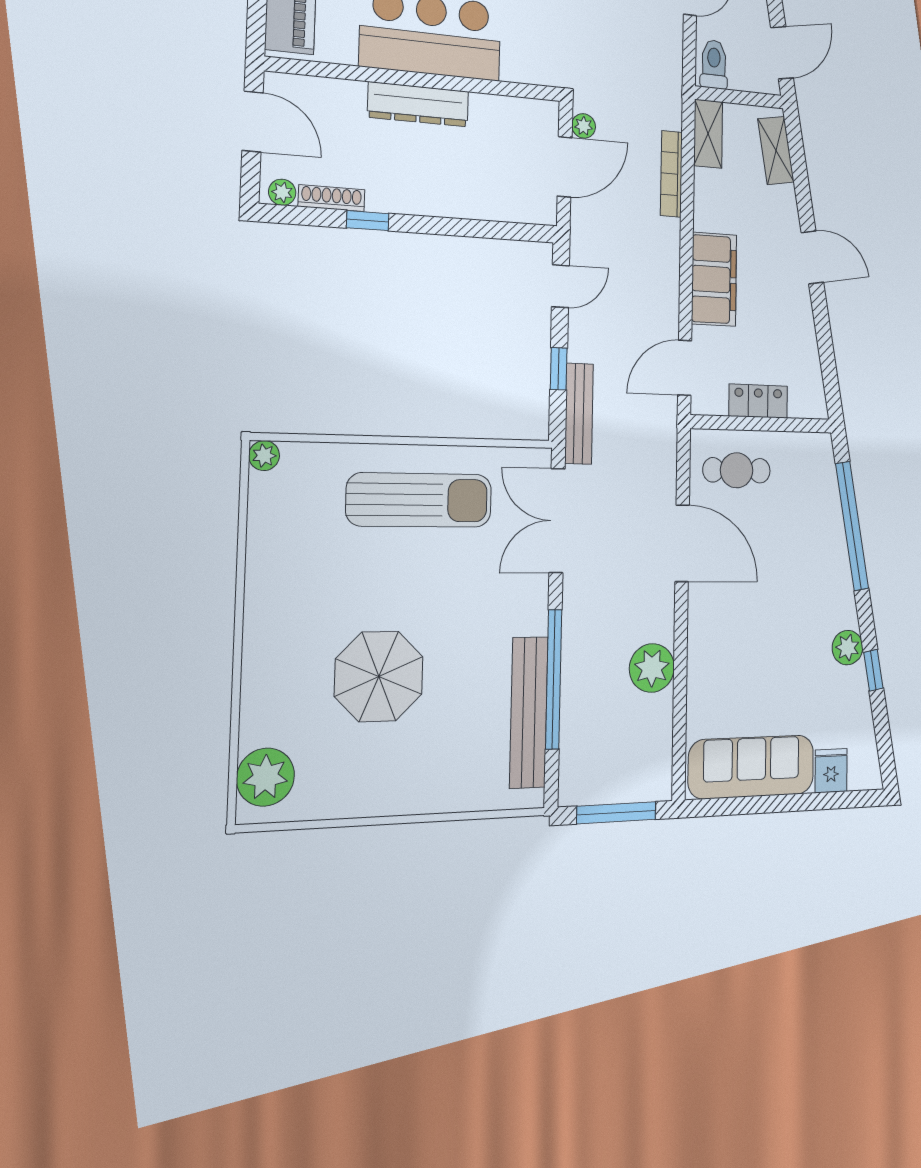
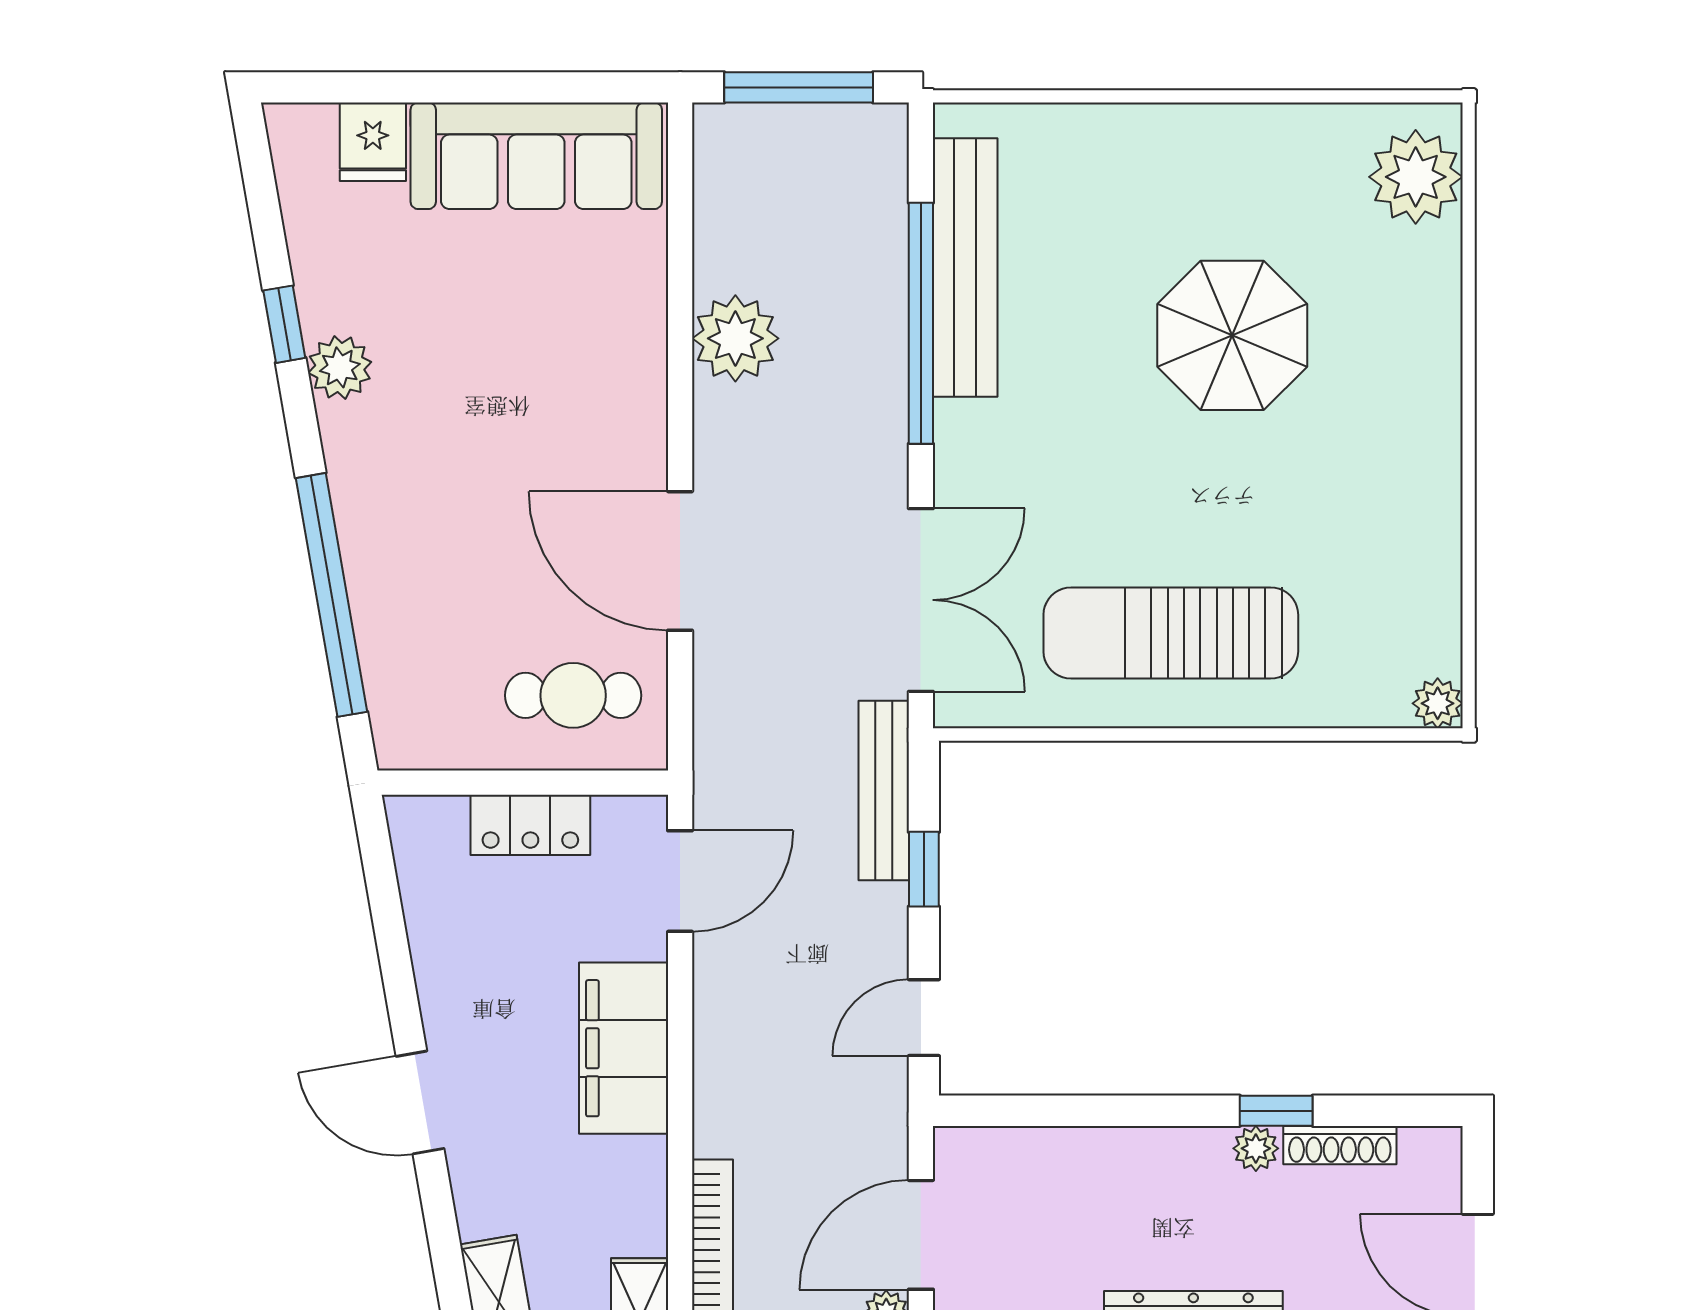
plant: (282, 192) -> (1256, 1148), moved

